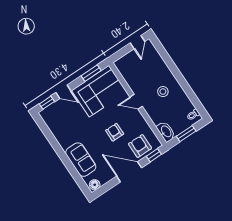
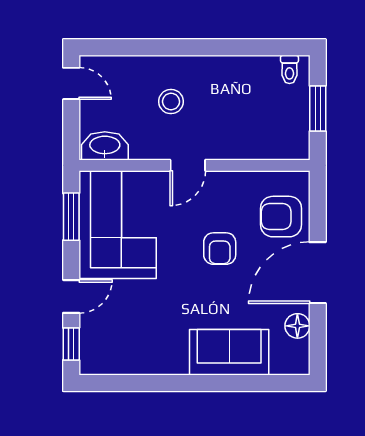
stool: (163, 92) -> (171, 102), moved
armchair: (115, 132) -> (220, 249), turned -90
washbasin: (166, 132) -> (105, 146), moved
window: (154, 155) -> (318, 201), removed
floor lamp: (95, 185) -> (297, 326), moved

